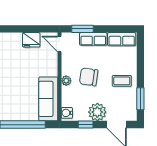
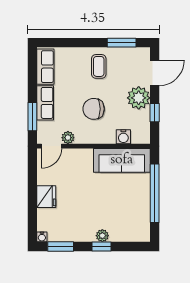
fridge: (31, 40) -> (46, 197), moved
chair: (89, 77) -> (94, 109), turned 82
plant: (66, 81) -> (68, 138), moved
water cooler: (67, 113) -> (123, 137), moved

